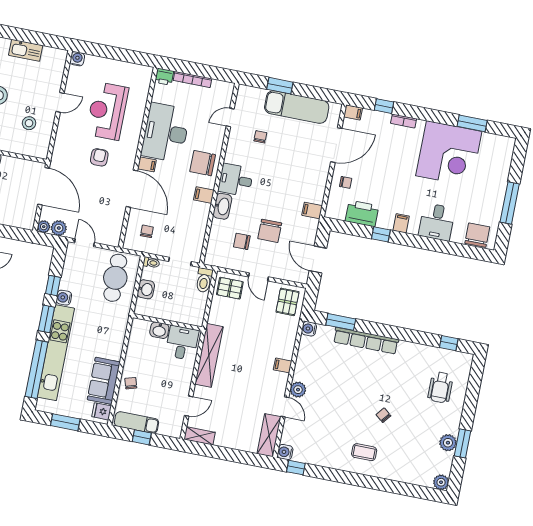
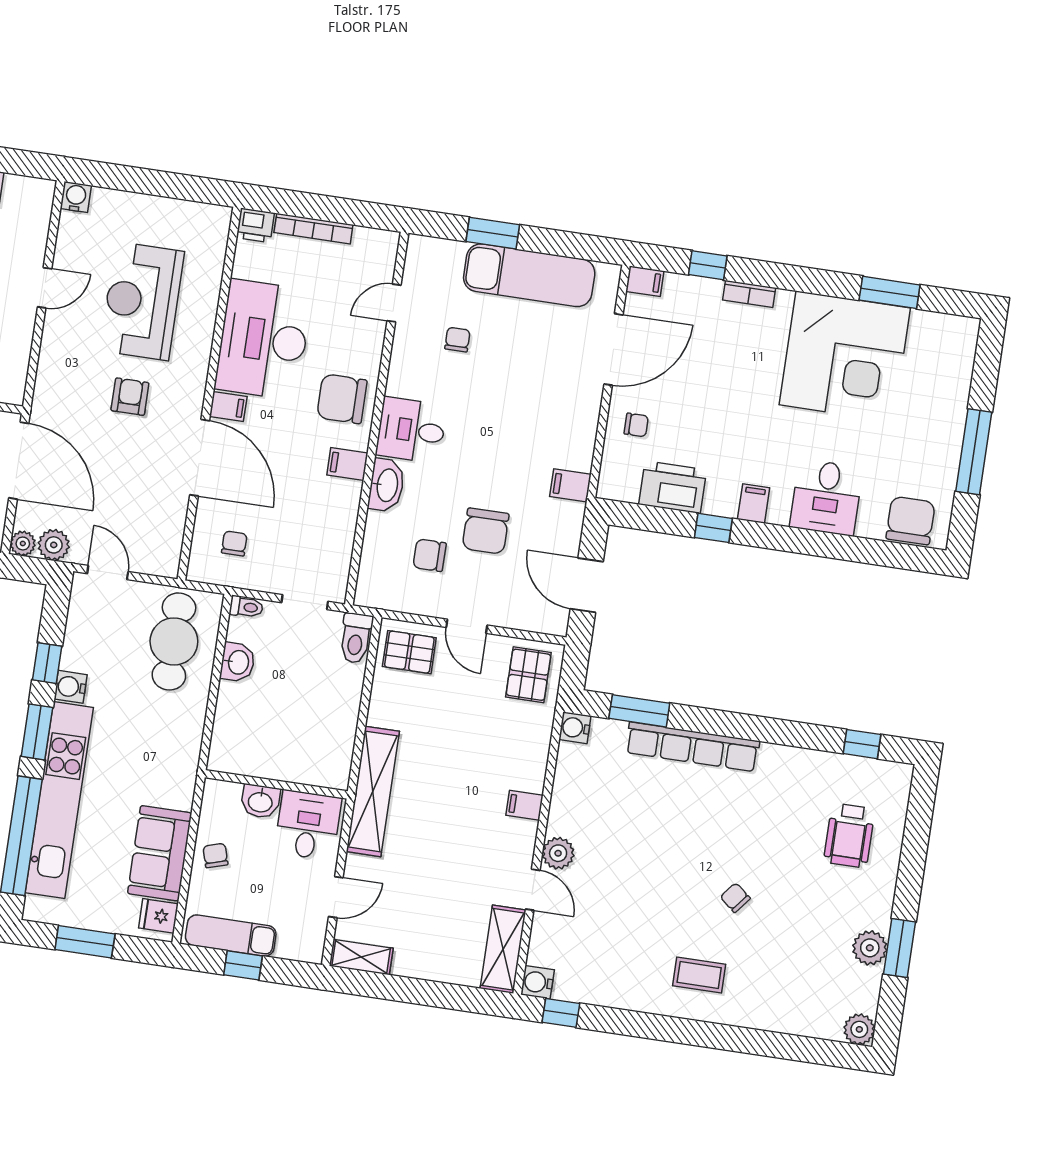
wall: (167, 322) -> (276, 784), moved
washbasin: (159, 330) -> (260, 801), moved
desk: (182, 343) -> (308, 825), moved

